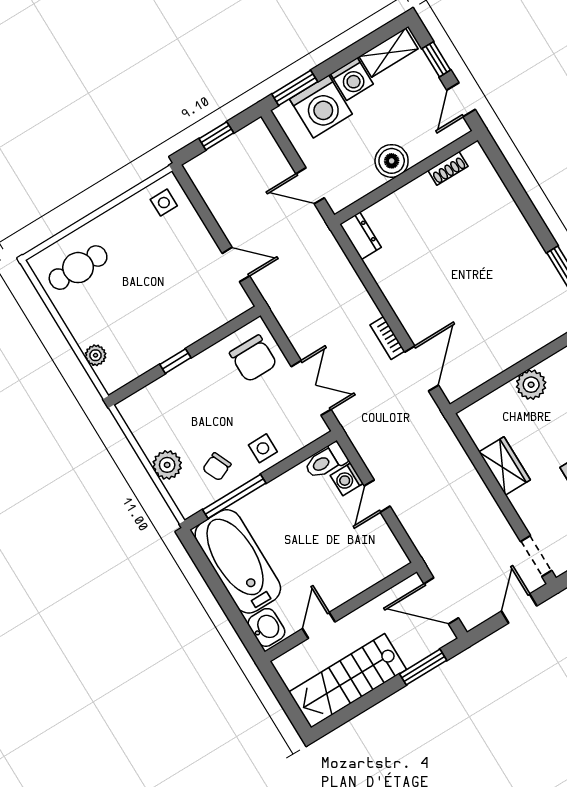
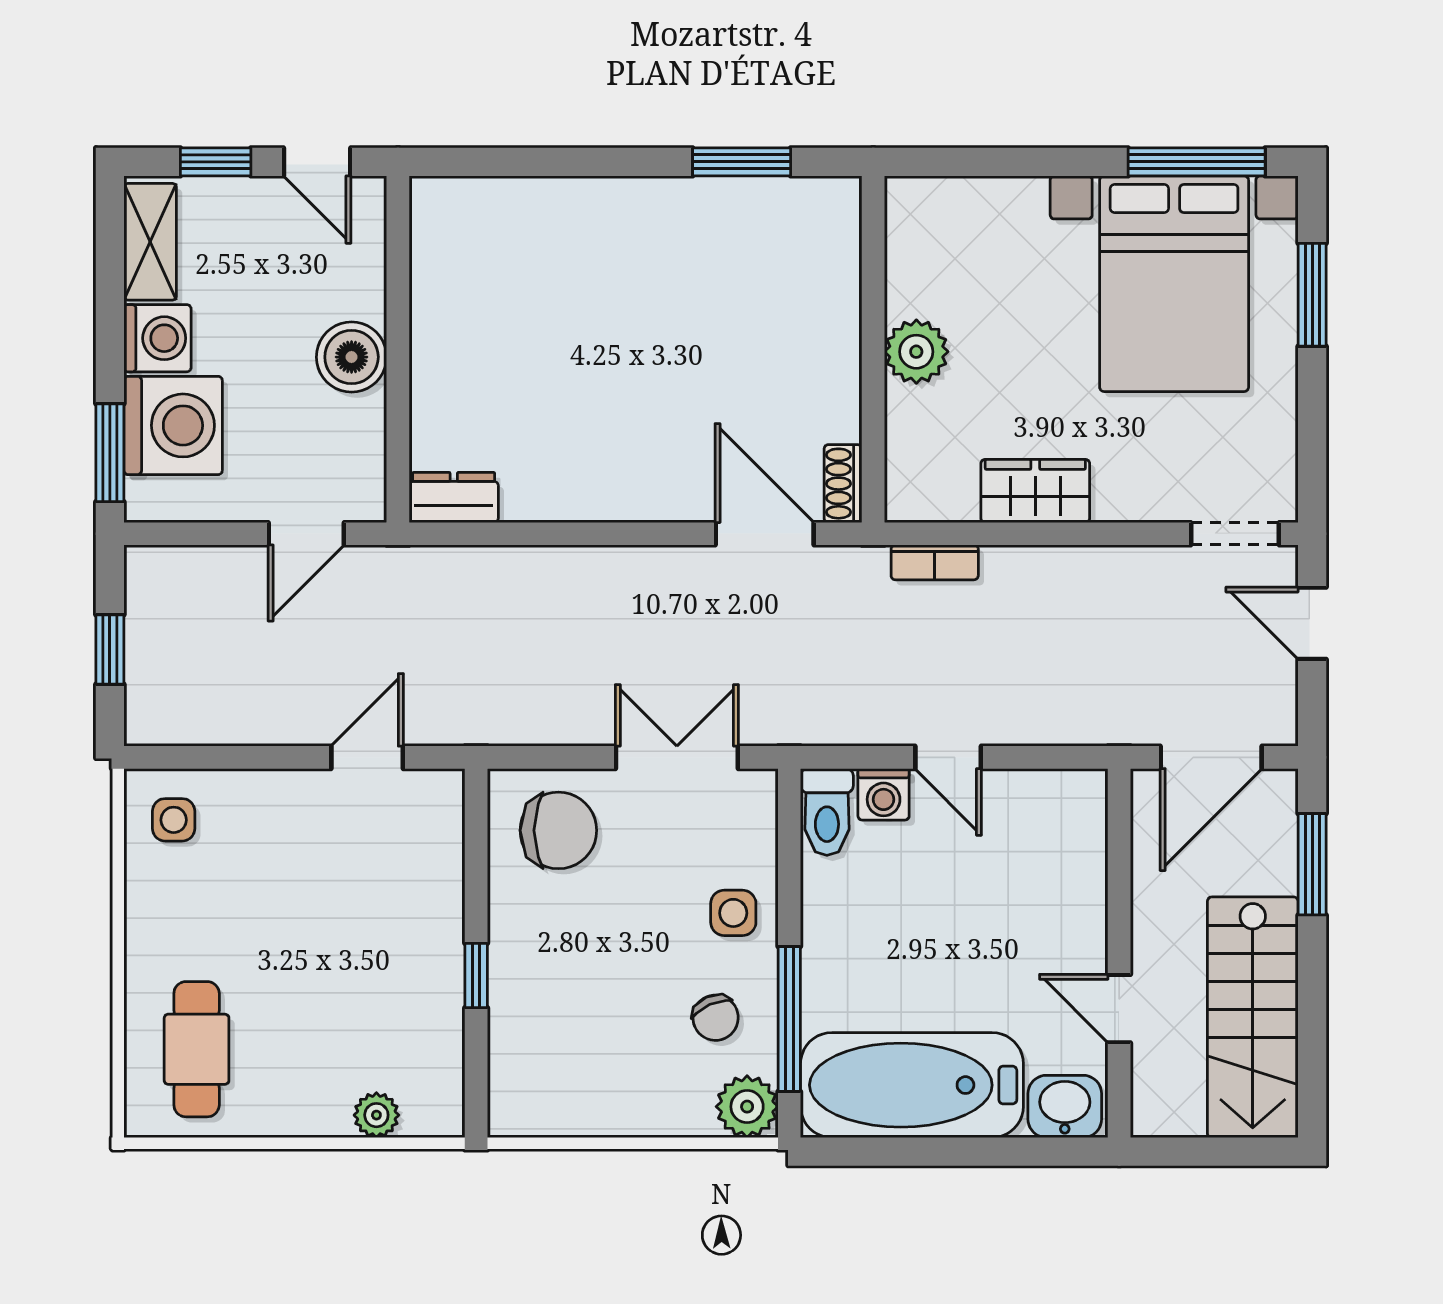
shoe rack: (448, 168) -> (843, 484), moved, turned 180
bookcase: (387, 338) -> (935, 562), moved
plant: (167, 465) -> (747, 1107), moved

